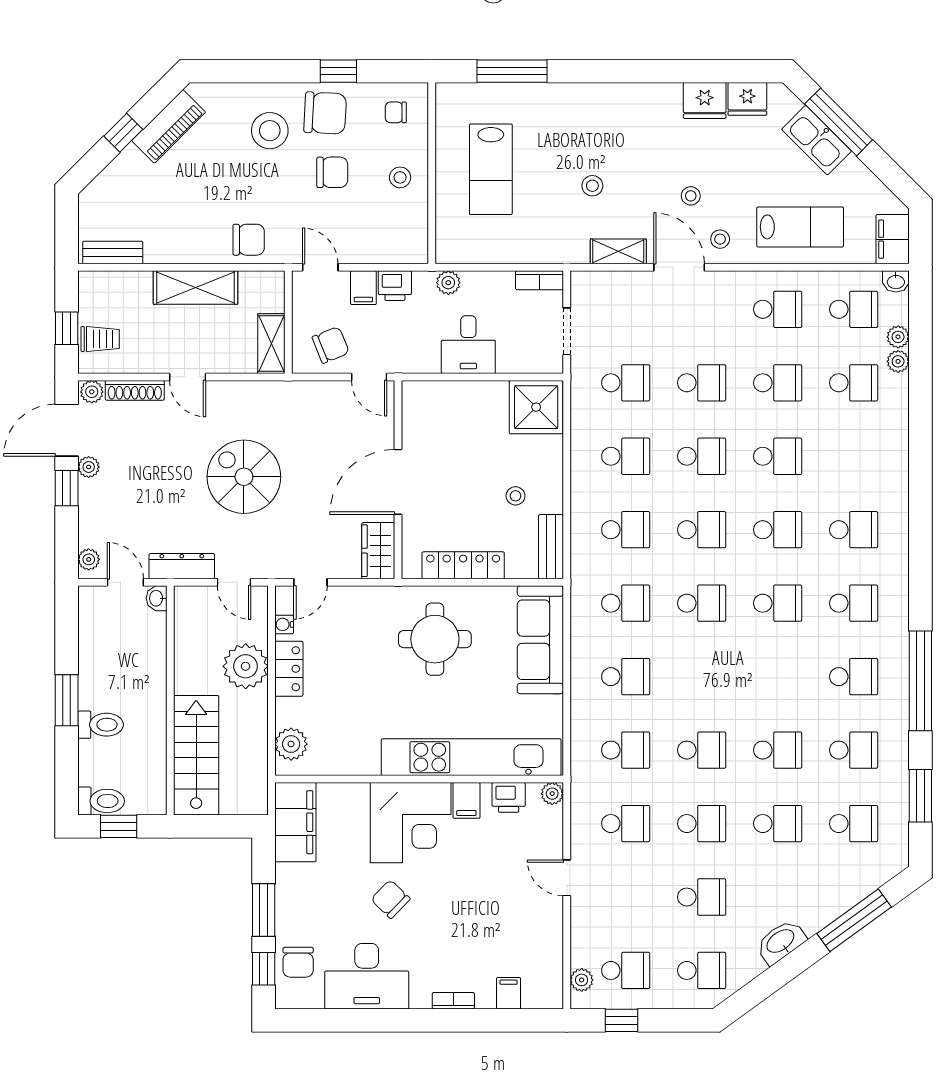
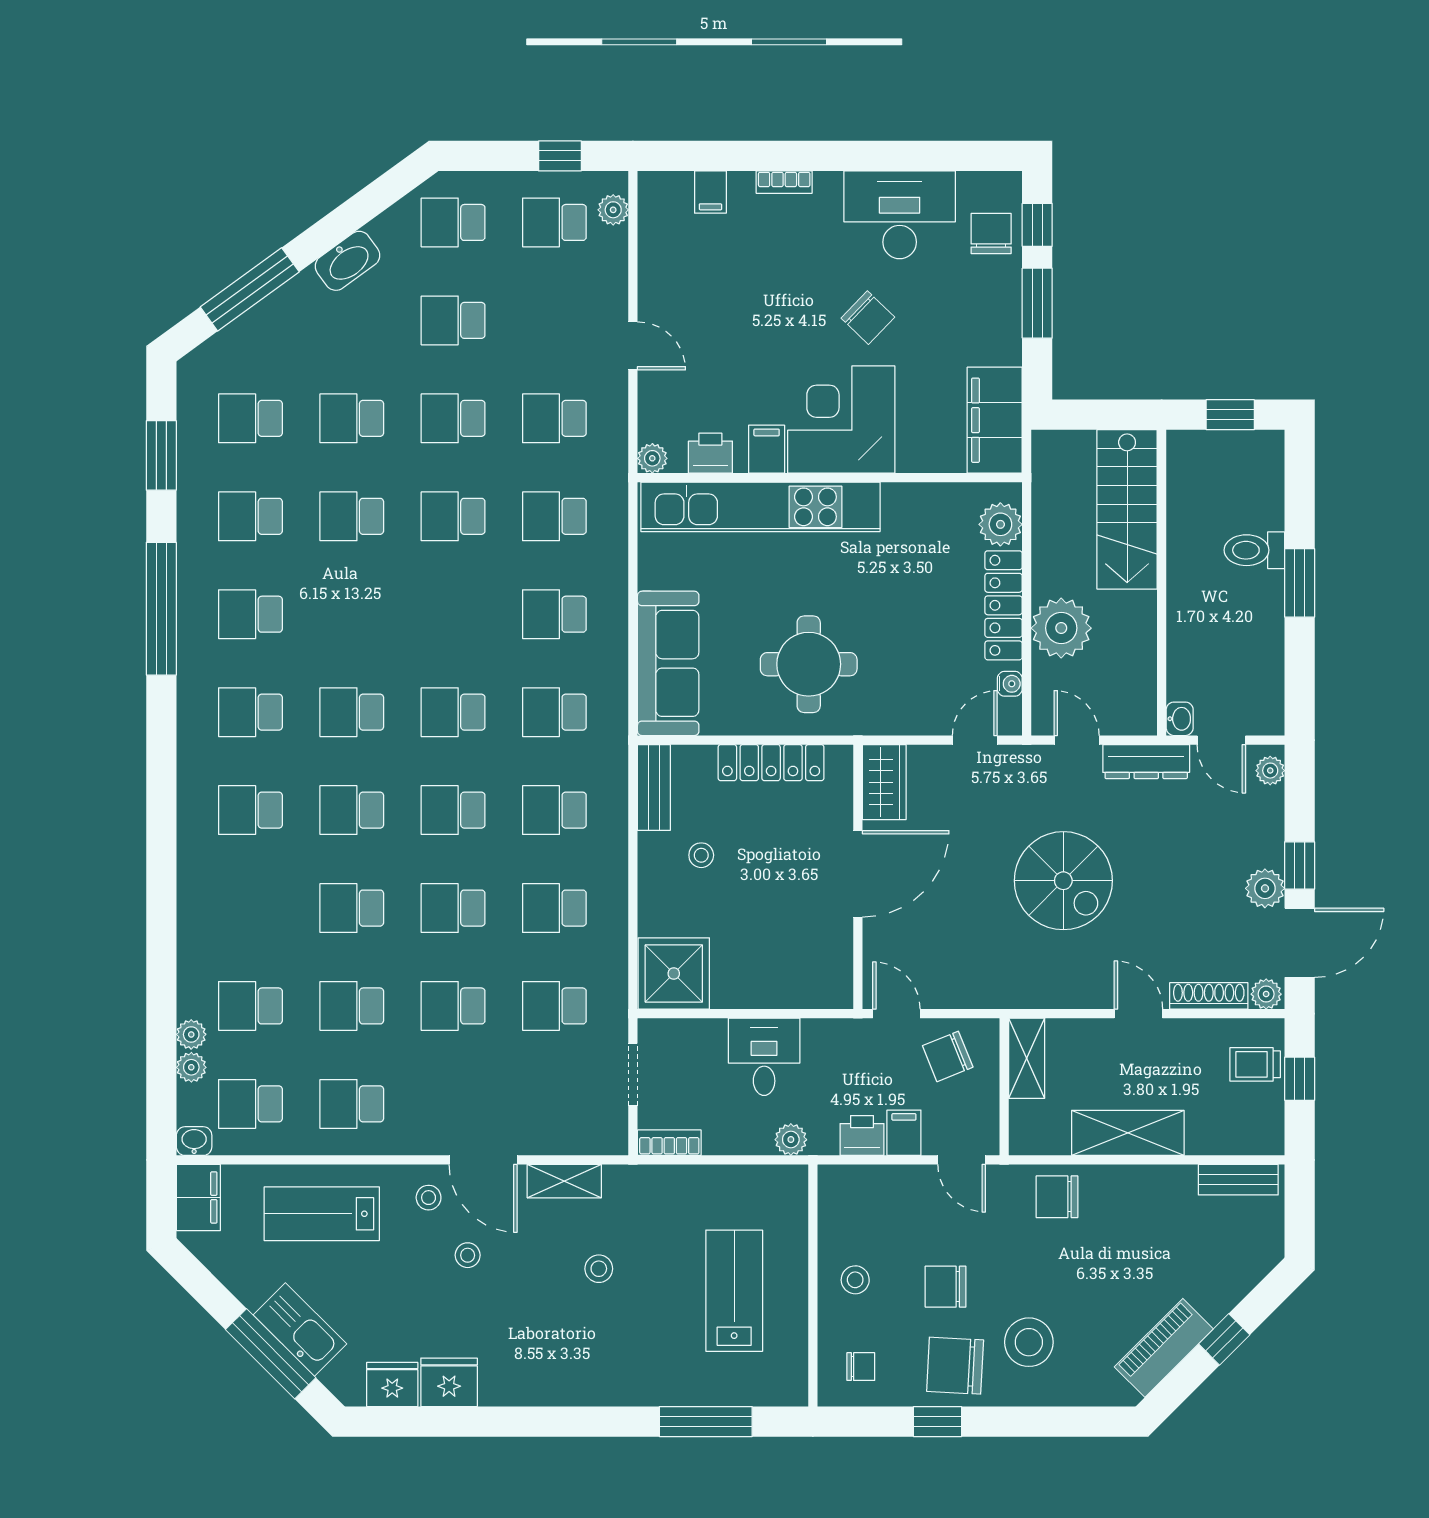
plant: (89, 467) -> (1265, 888), width x1.38, depth x1.38
locker: (289, 669) -> (1004, 605), width x1.53
toilet: (101, 801) -> (1254, 448), removed

